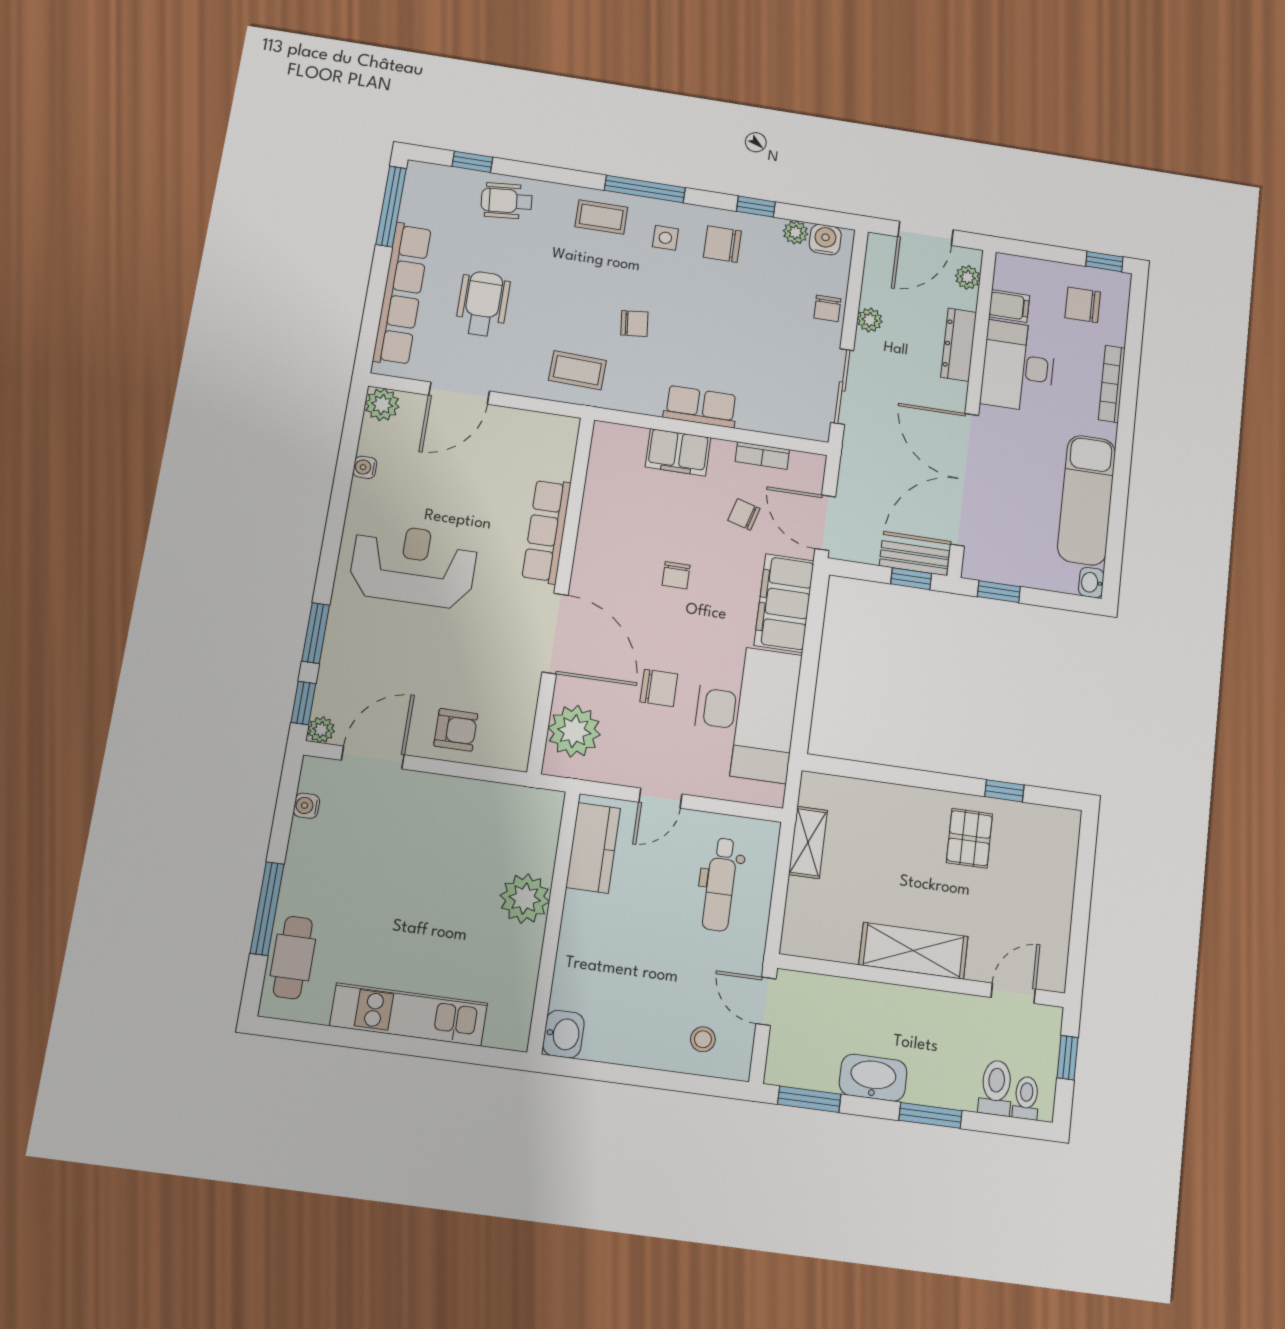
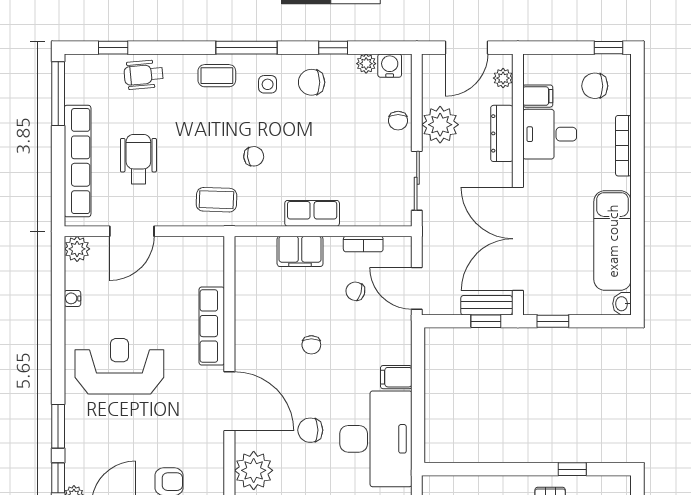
plant: (870, 320) -> (440, 125), width x1.88, depth x1.88
desk: (1018, 366) -> (550, 134), width x0.73
filing cabinet: (784, 603) -> (396, 377), width x0.33, depth x0.86
chair: (659, 688) -> (310, 430), turned 180

